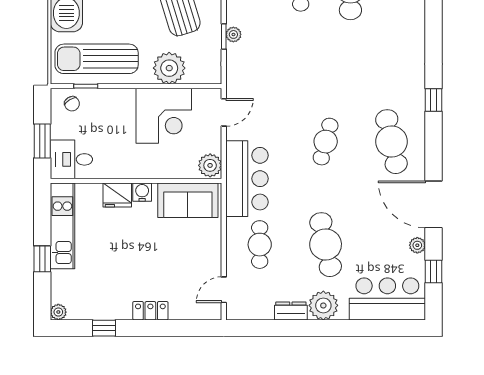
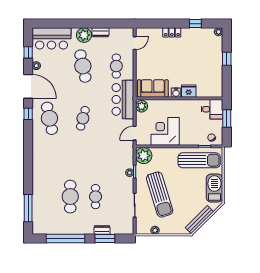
plant: (169, 68) -> (144, 156), moved
window: (433, 100) -> (28, 114), moved
kitchen unit: (62, 226) -> (216, 75), removed

